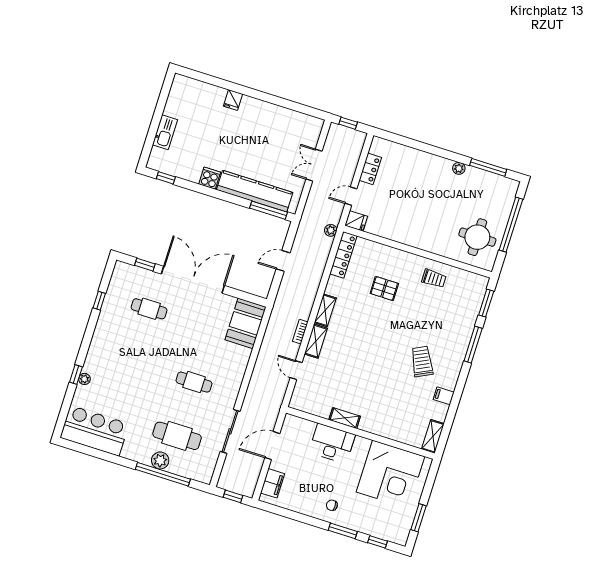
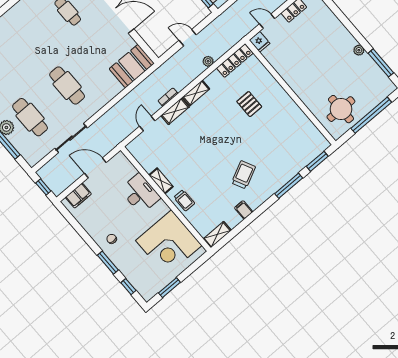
plant: (331, 230) -> (208, 61), moved
trolley: (434, 279) -> (184, 200), moved
cafe table: (194, 382) -> (67, 86), width x1.37, depth x1.35

